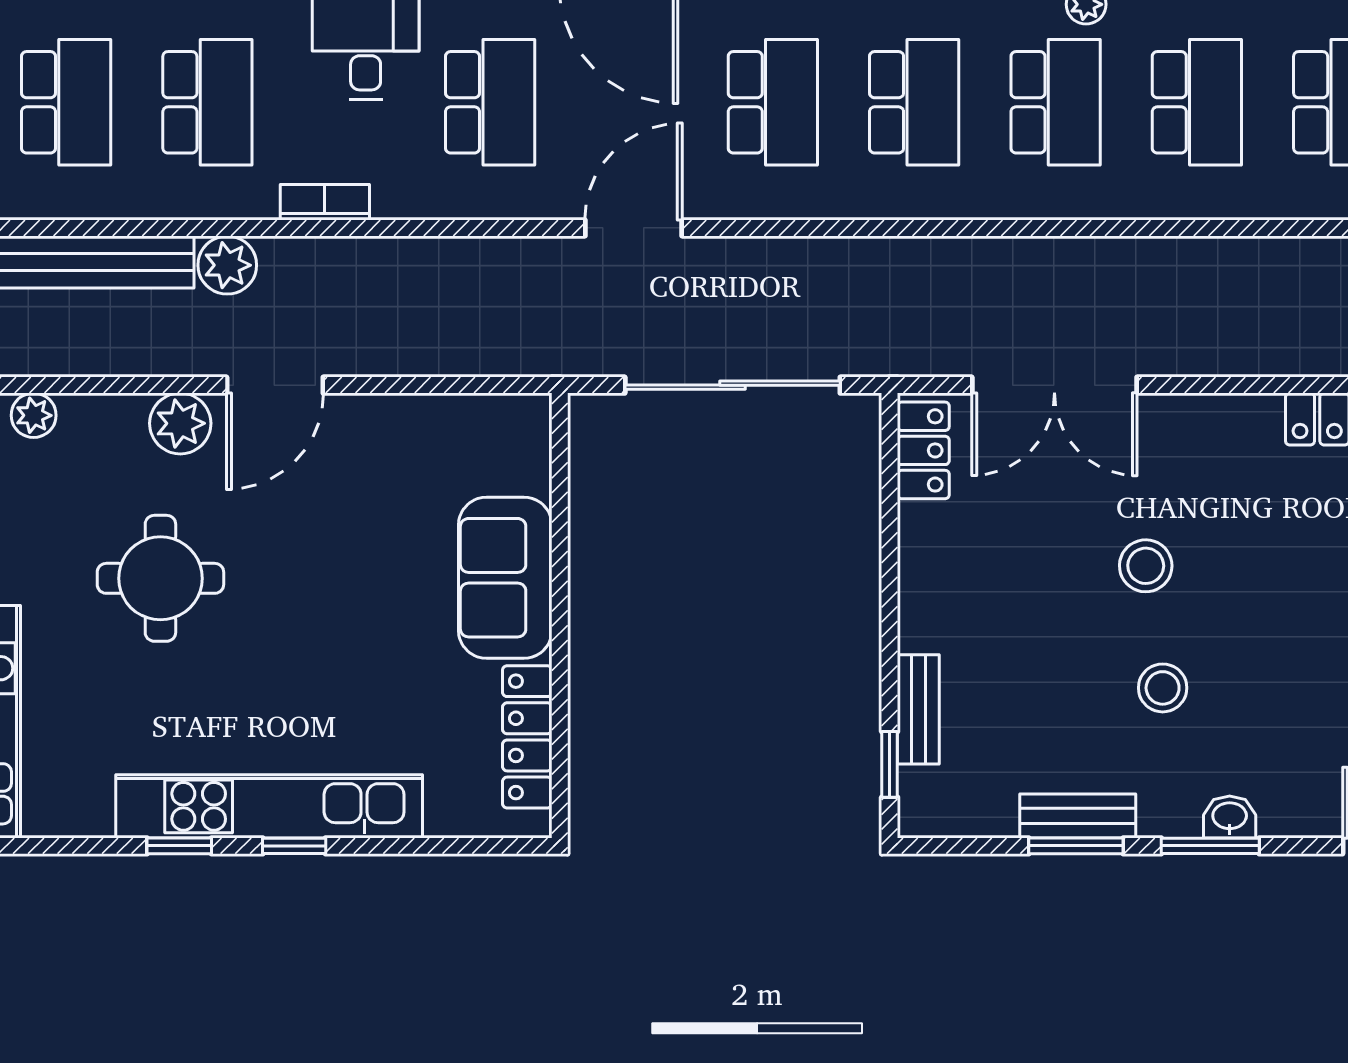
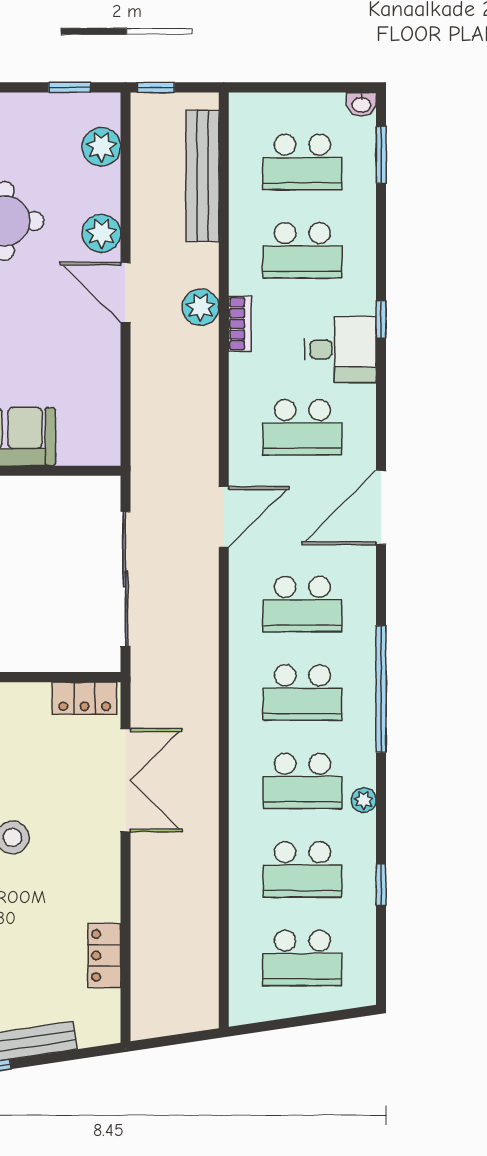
door: (634, 228) -> (224, 517), hinge flipped
plant: (227, 265) -> (201, 307), moved
double door: (1054, 385) -> (125, 780), swing flipped
plant: (34, 415) -> (101, 147), width x1.38, depth x1.38

